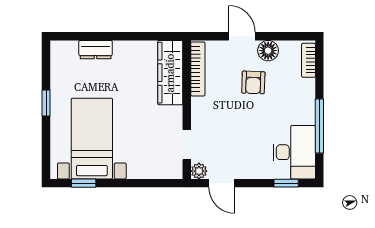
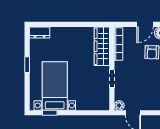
door: (242, 36) -> (145, 24), swing flipped
dresser: (96, 50) -> (40, 32), moved
doorway: (187, 145) -> (112, 79), moved

